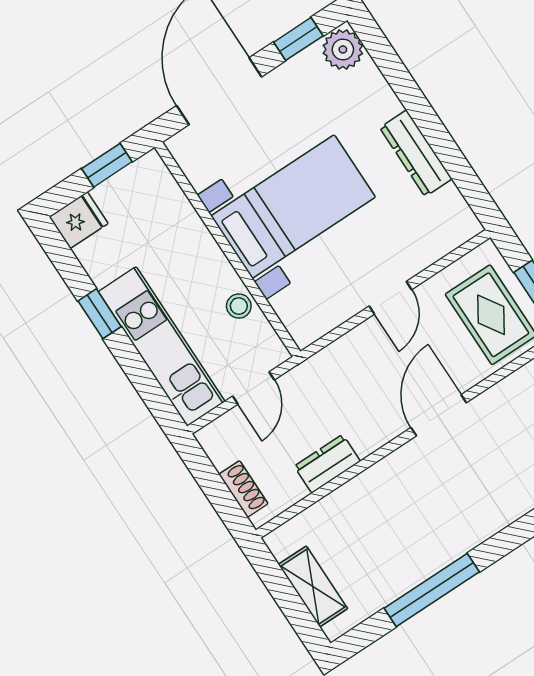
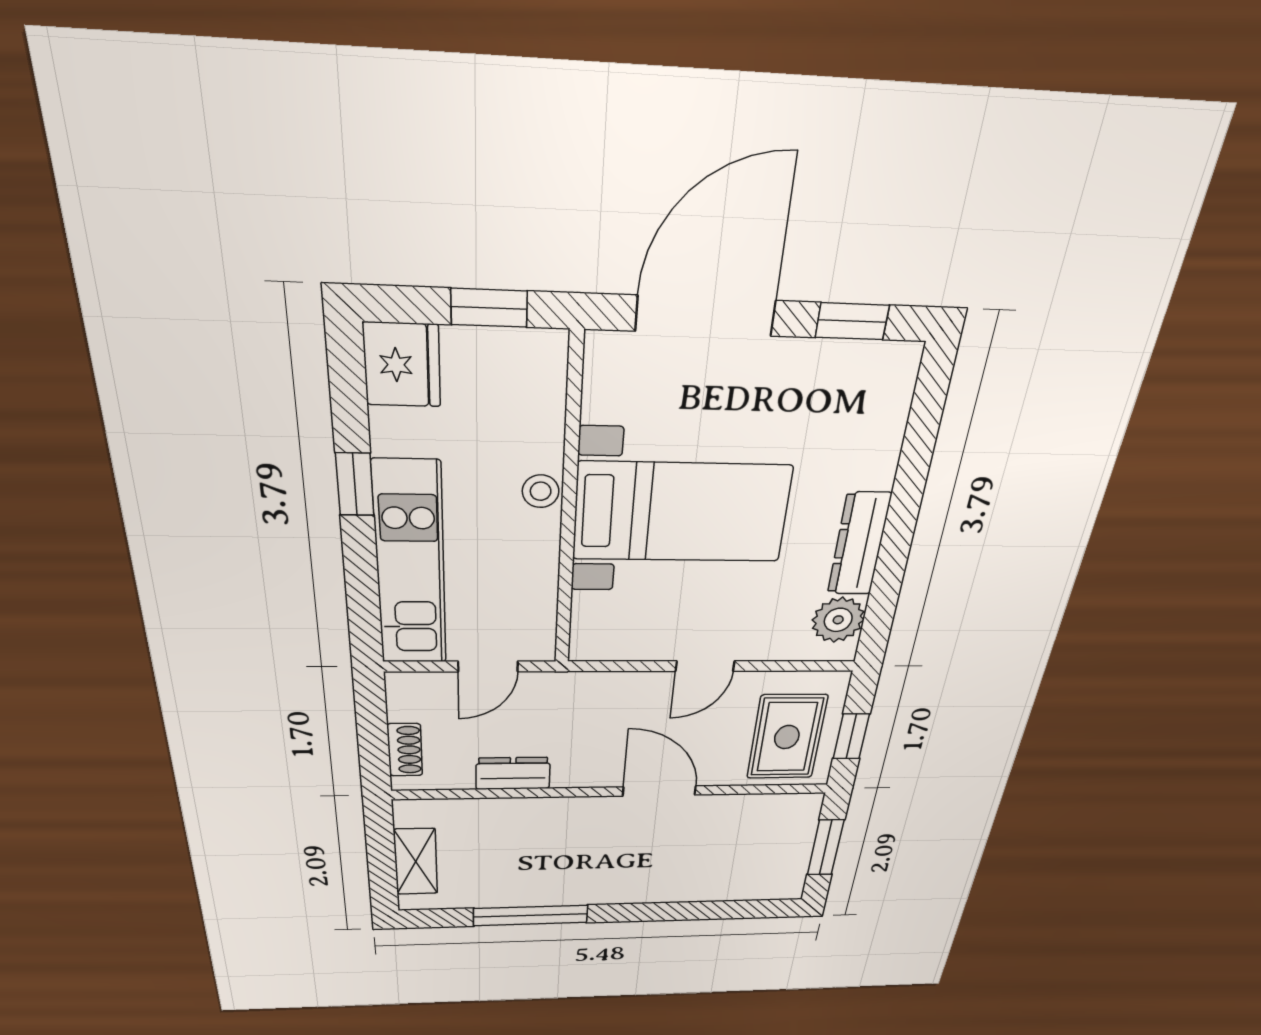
plant: (343, 50) -> (838, 620), moved
fridge: (79, 220) -> (402, 365), width x1.38
stool: (239, 306) -> (541, 491), moved
door: (439, 415) -> (659, 791), hinge flipped

